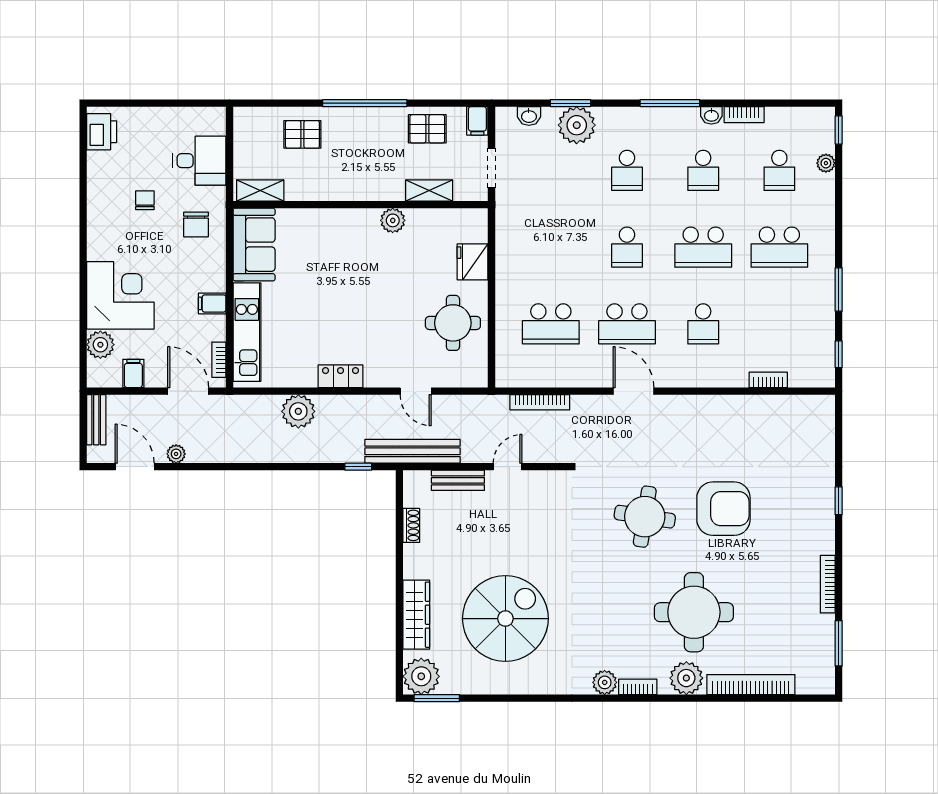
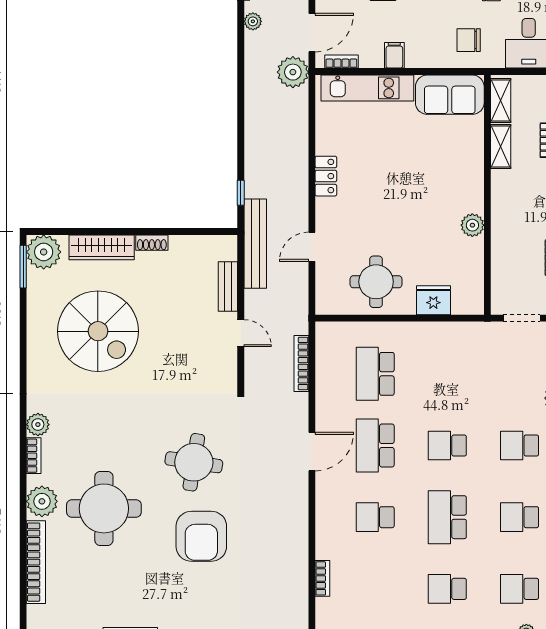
shelving: (429, 191) -> (501, 147), moved
school desk: (779, 247) -> (447, 589), width x0.54
plant: (298, 411) -> (293, 72), moved
shoe rack: (411, 525) -> (152, 243), moved

